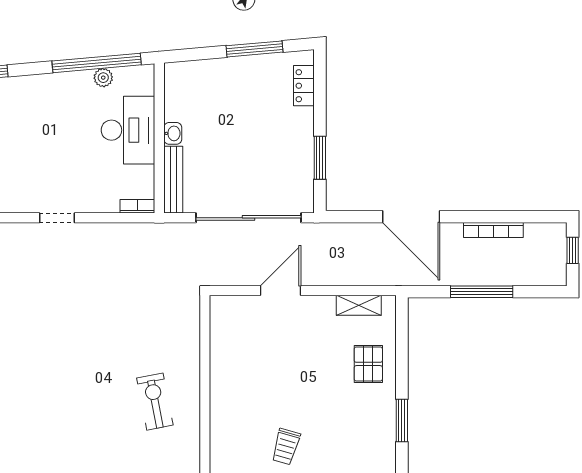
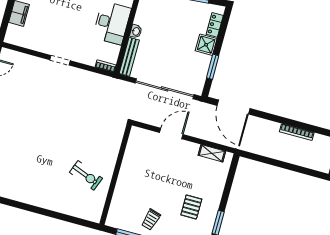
shower: (298, 123) -> (206, 45), added
door: (411, 217) -> (233, 107), moved
window: (482, 292) -> (281, 164), removed
pallet: (368, 364) -> (191, 207), moved
exercise bike: (155, 402) -> (86, 175), turned 122

